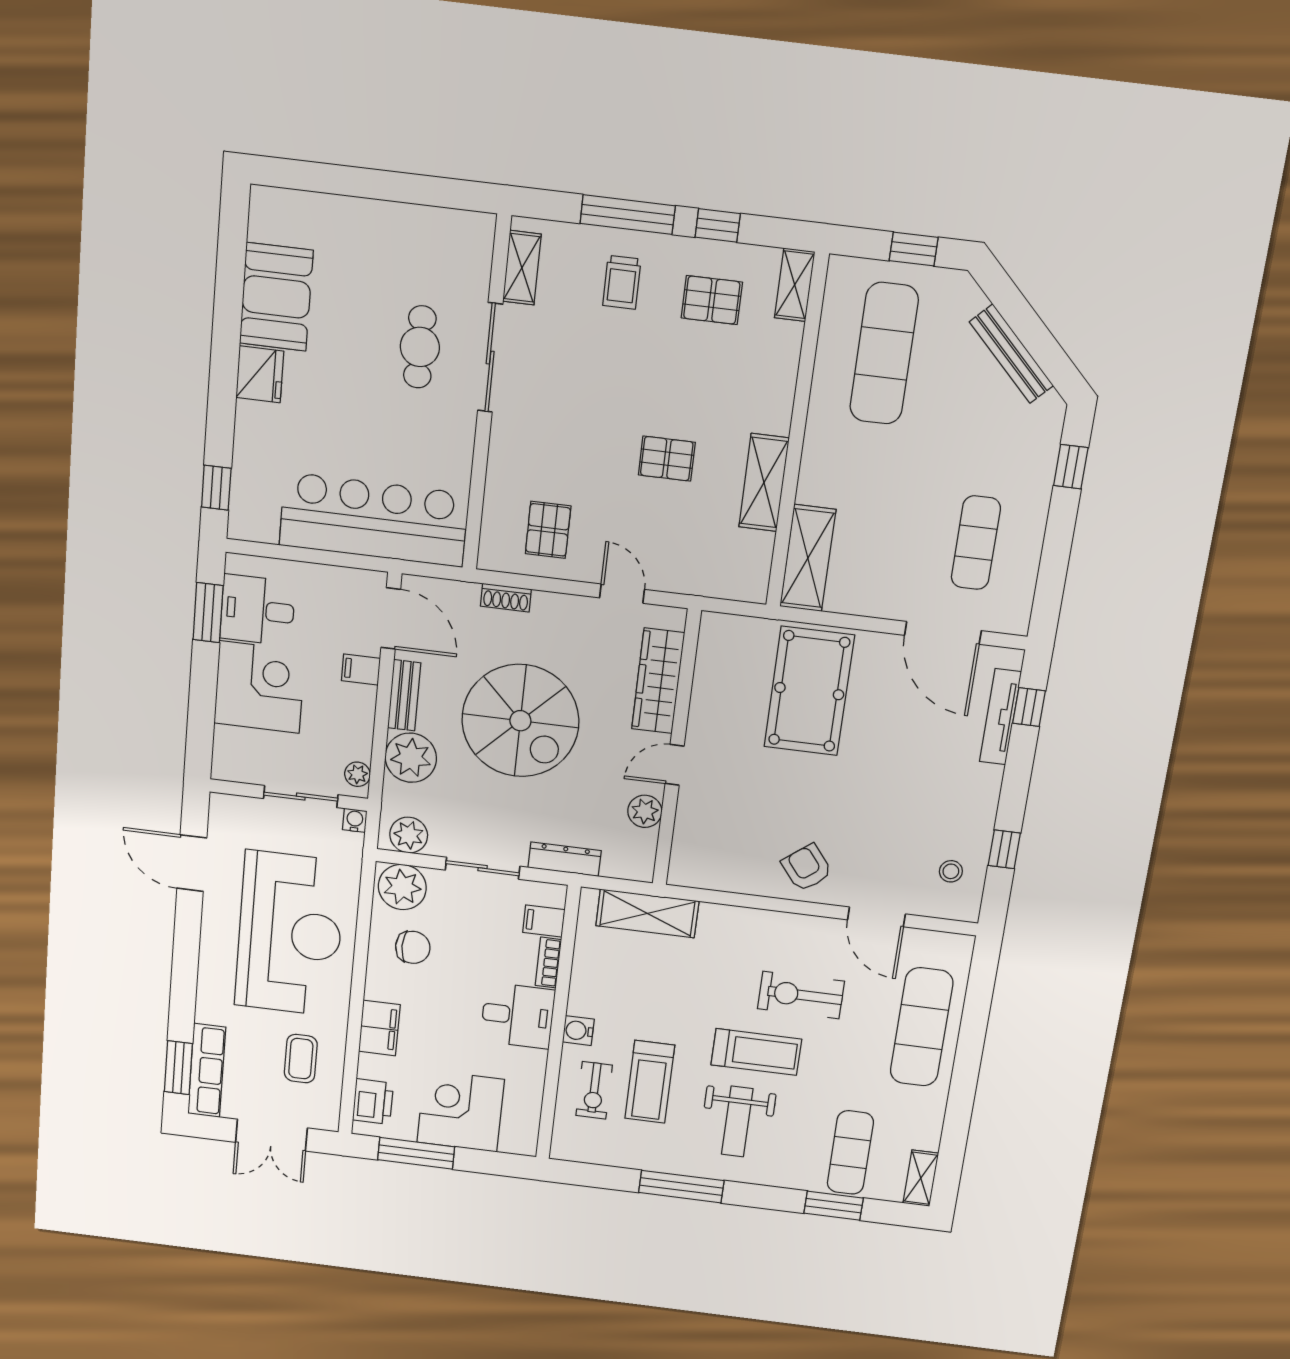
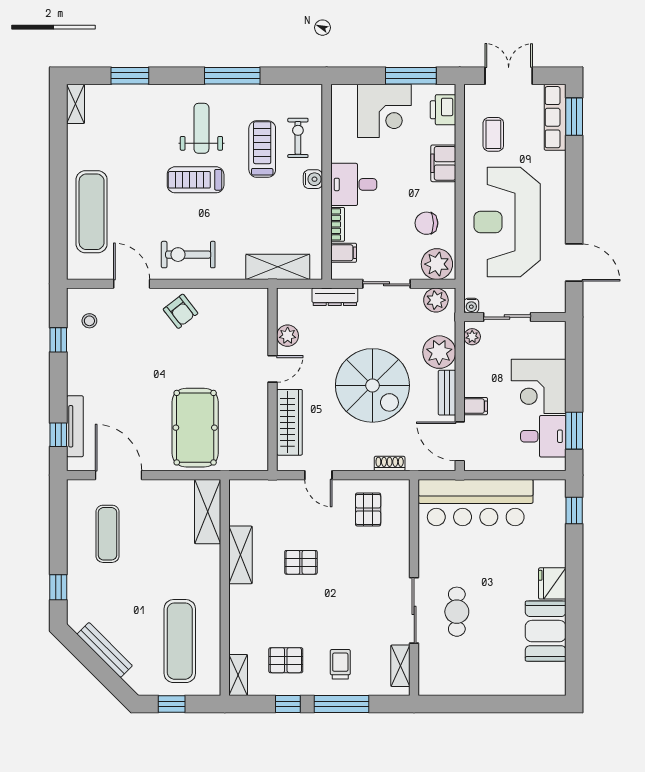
spiral stairs: (520, 721) -> (372, 385), turned 180
exercise bike: (801, 995) -> (188, 255), moved, turned 180
exercise mat: (850, 1153) -> (124, 116), removed

